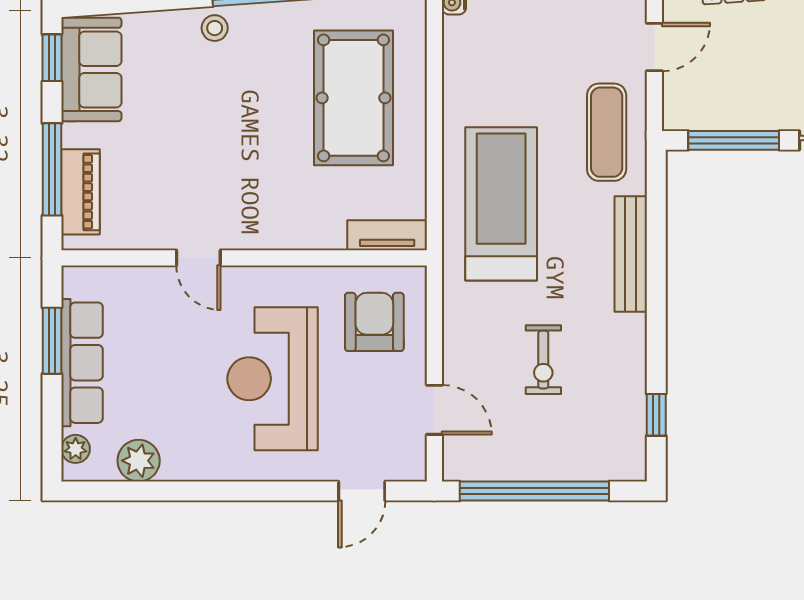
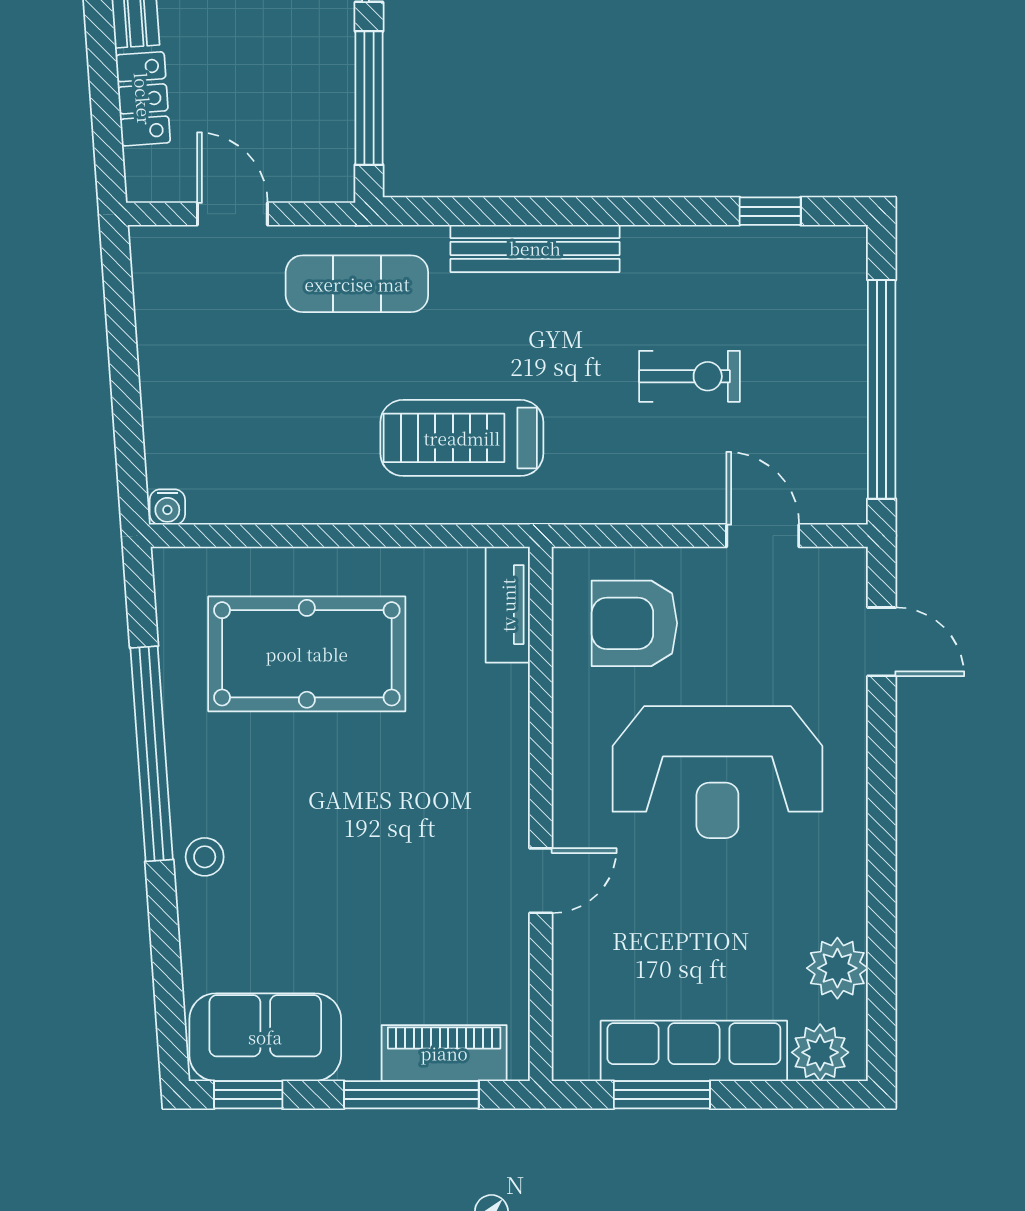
treadmill: (501, 204) -> (462, 438), width x0.73, depth x0.73
door: (434, 410) -> (763, 536), hinge flipped
plant: (76, 449) -> (820, 1052), width x1.38, depth x1.38

